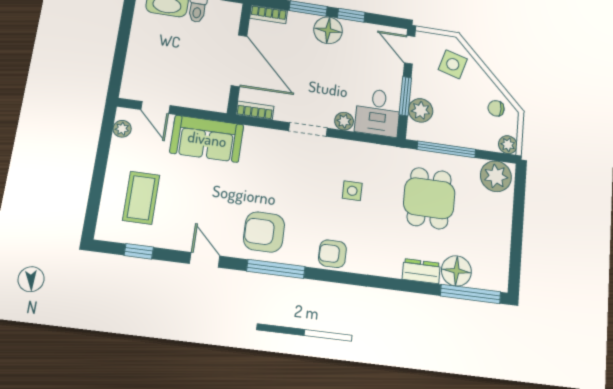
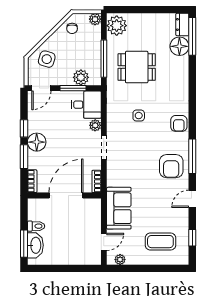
dresser: (421, 271) -> (182, 24), moved

